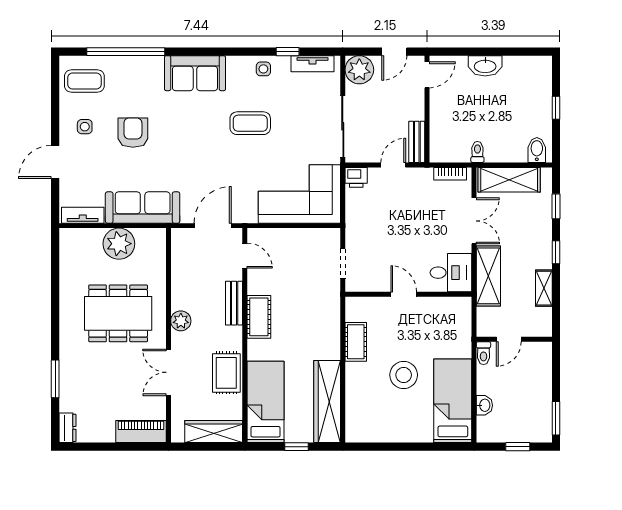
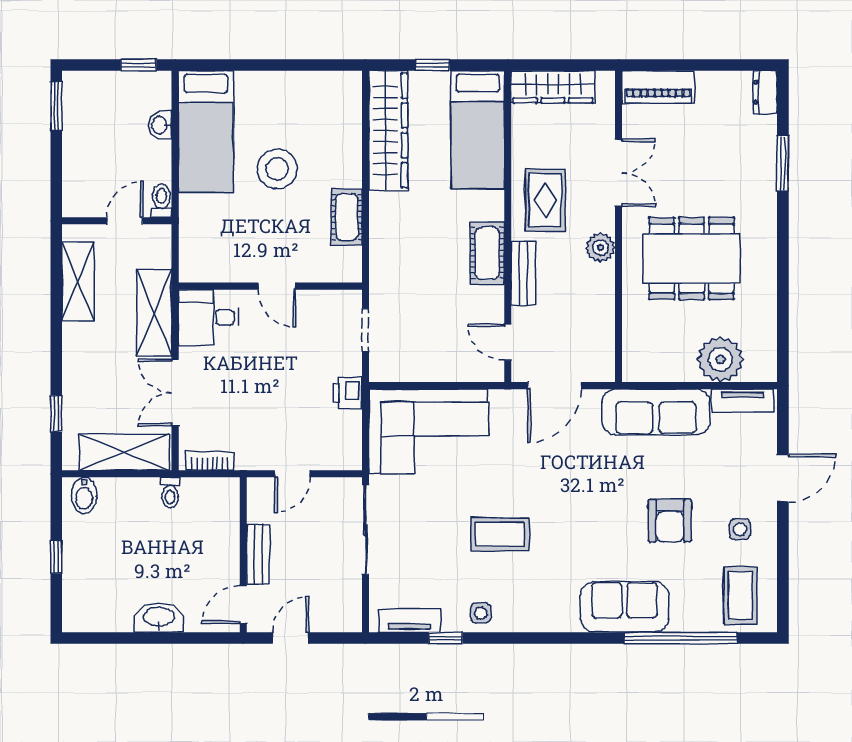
plant: (359, 70) -> (342, 612), removed
sofa: (195, 73) -> (624, 607), moved
coffee table: (84, 81) -> (740, 595), turned 90
bench: (417, 142) -> (258, 554), moved
printer: (356, 177) -> (348, 393), moved, turned -90
plant: (119, 244) -> (720, 359), moved
window: (556, 252) -> (56, 347), removed
shelving: (544, 288) -> (78, 282), width x1.50, depth x1.33
rug: (226, 373) -> (545, 200), moved
window: (518, 447) -> (139, 65), moved

